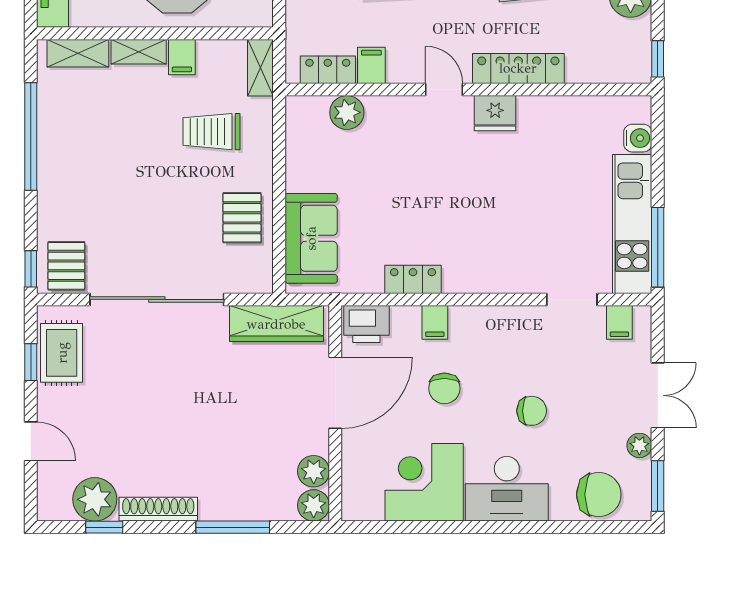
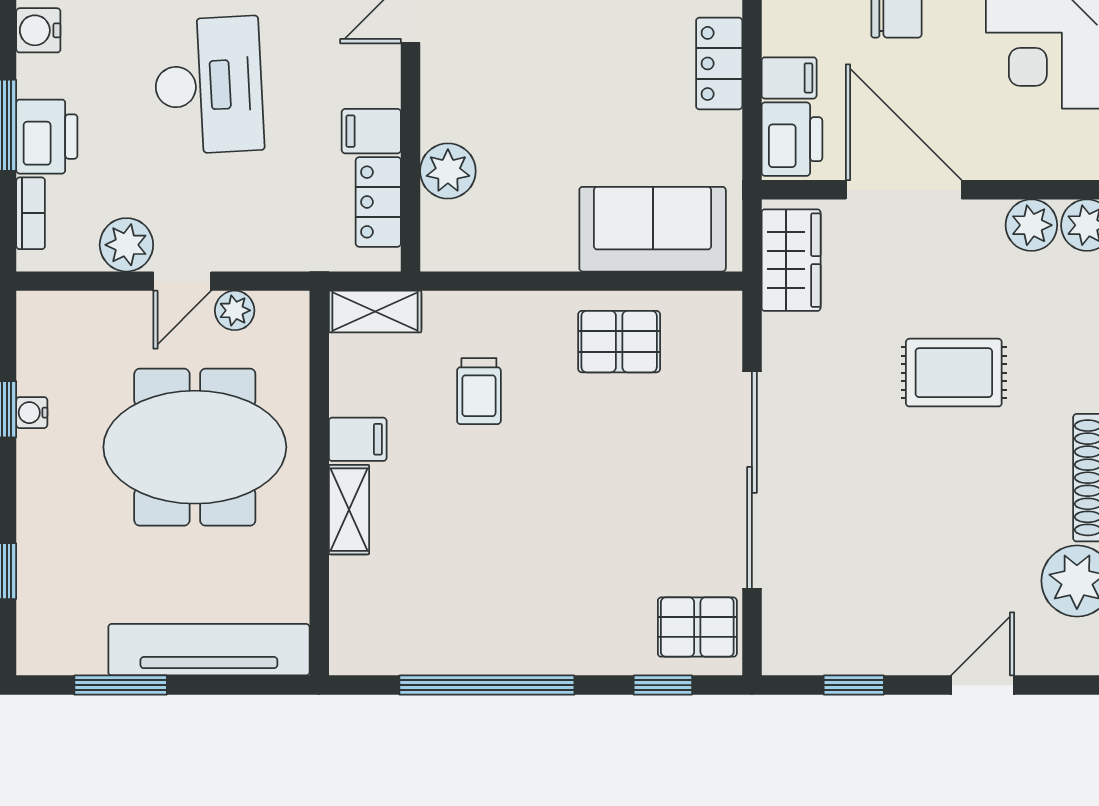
shelving: (78, 53) -> (351, 608), removed
trolley: (212, 132) -> (479, 391), width x0.73, depth x0.72
window: (31, 269) -> (663, 685), moved
filing cabinet: (435, 322) -> (789, 78), moved
wardrobe: (276, 324) -> (791, 260), width x0.67
rug: (62, 353) -> (954, 373), moved

